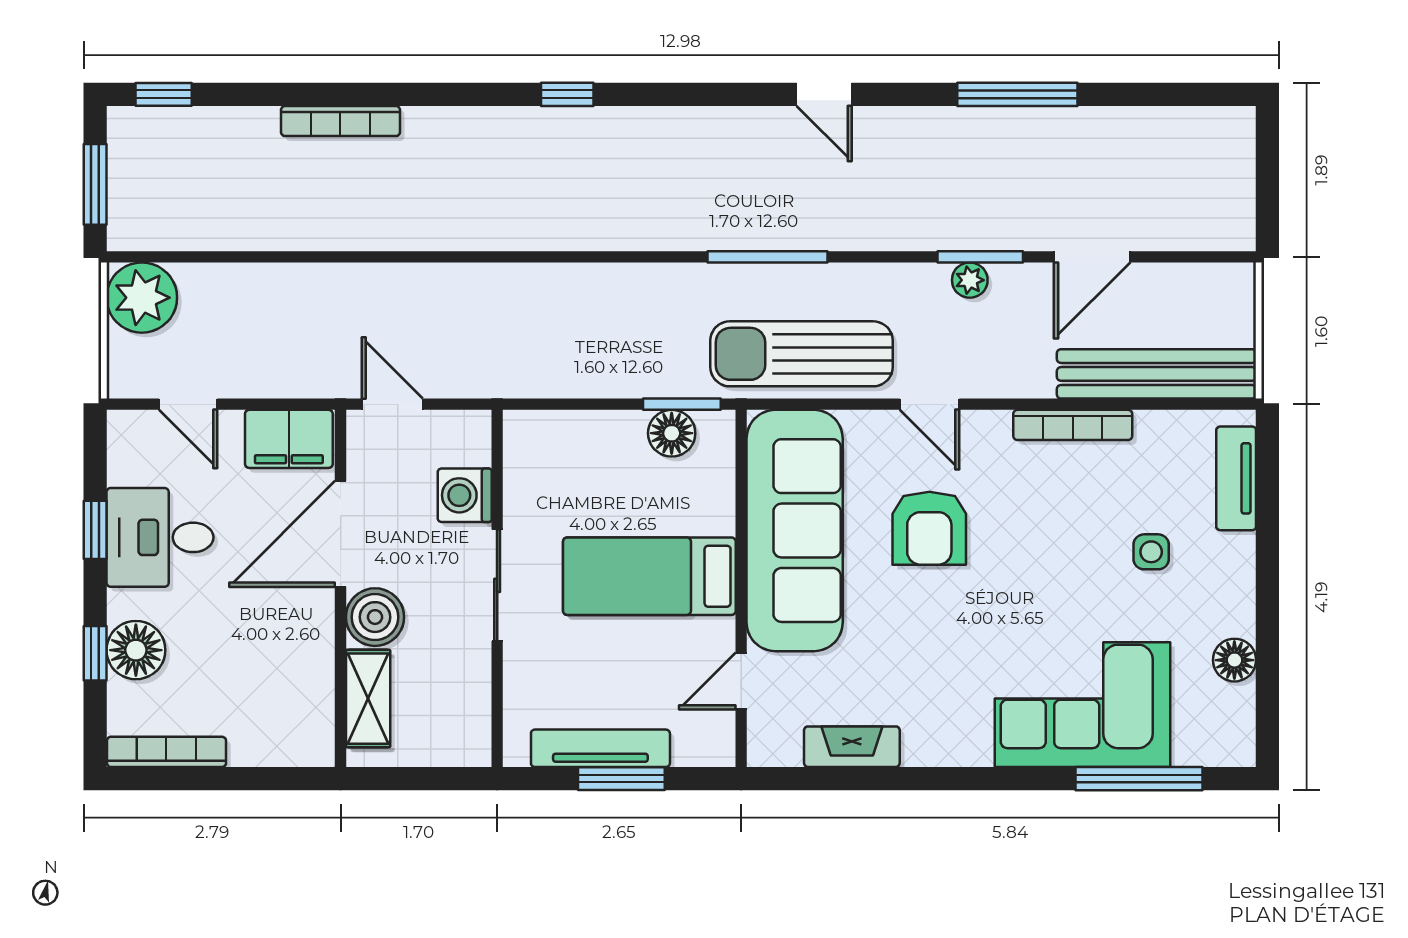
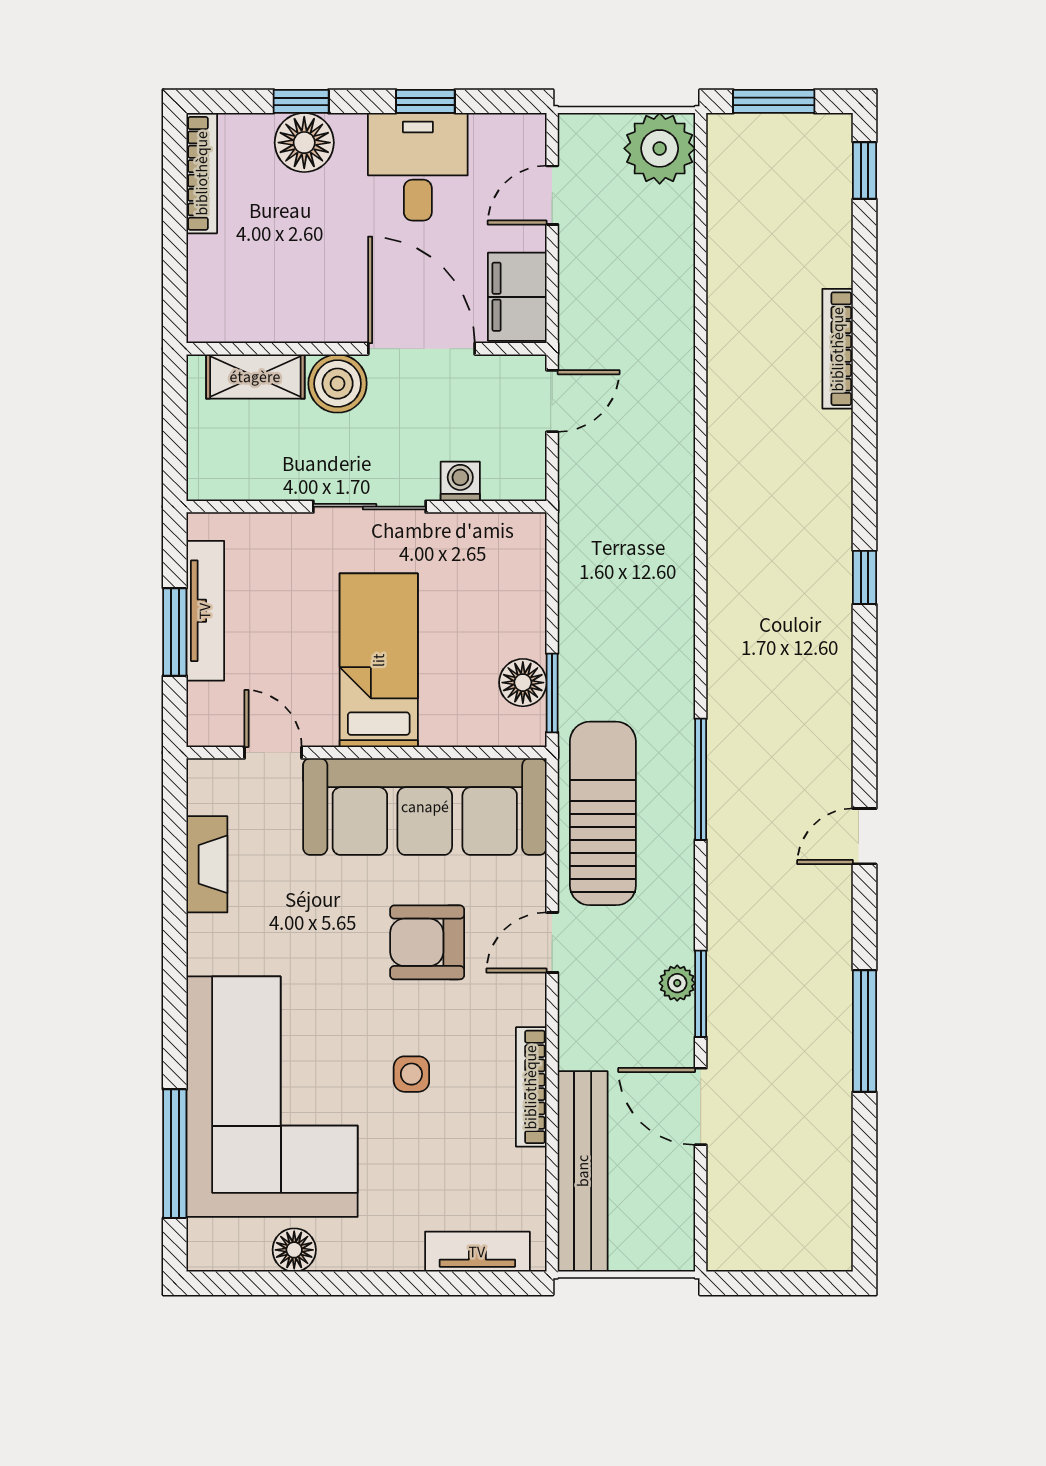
washing machine: (465, 495) -> (460, 481), width x0.73, depth x0.73
side table: (1151, 552) -> (411, 1074), moved
corner sofa: (1082, 705) -> (272, 1097), width x1.36, depth x1.36

